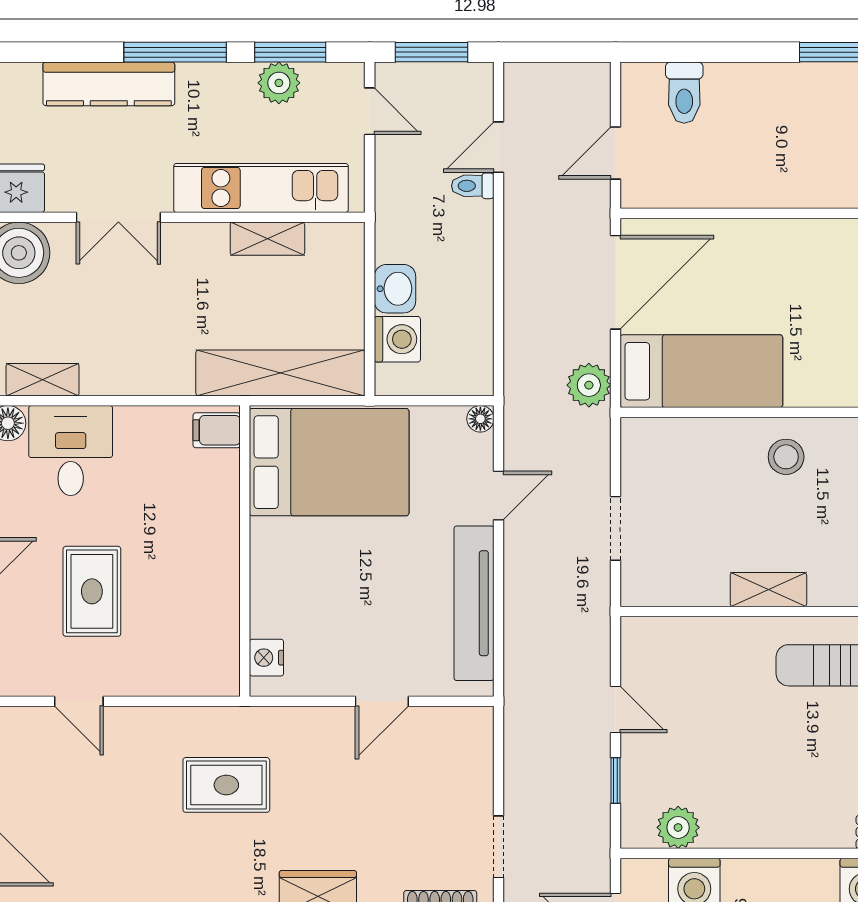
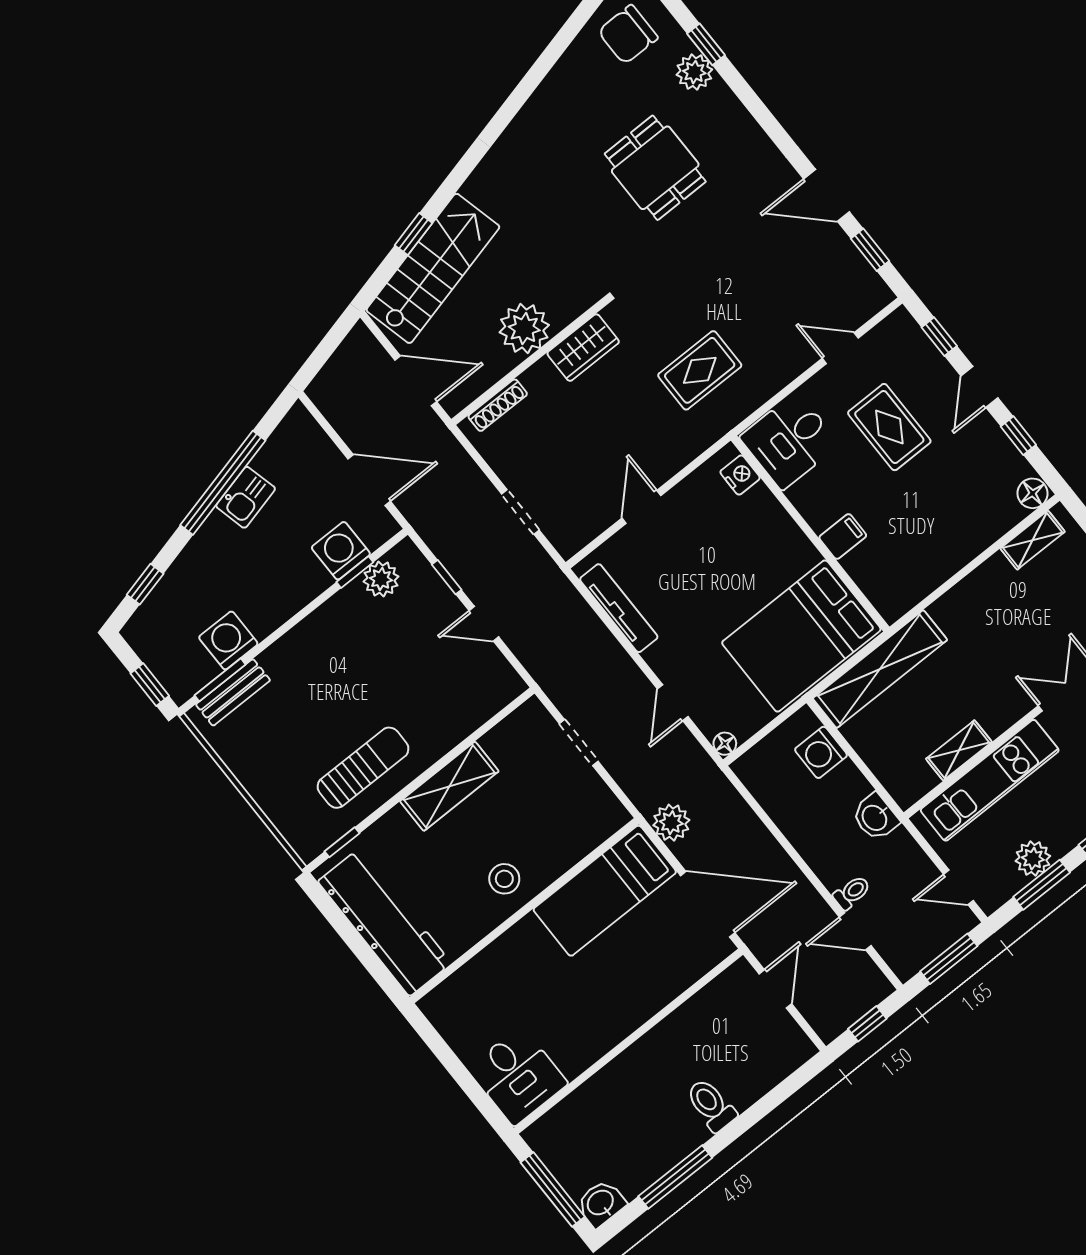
window: (556, 52) -> (867, 1024), added
toilet: (684, 93) -> (711, 1105), moved
door: (498, 147) -> (855, 931), swing flipped
door: (616, 282) -> (708, 904), swing flipped
washbasin: (395, 289) -> (875, 817), moved
filing cabinet: (217, 430) -> (843, 537), moved
desk: (71, 450) -> (790, 441), moved, turned 90
shelving: (768, 590) -> (449, 786), width x1.50, depth x1.33
tv unit: (474, 603) -> (619, 608), width x0.73, depth x0.78
doorway: (498, 847) -> (520, 512), moved
window: (697, 853) -> (355, 572), added

